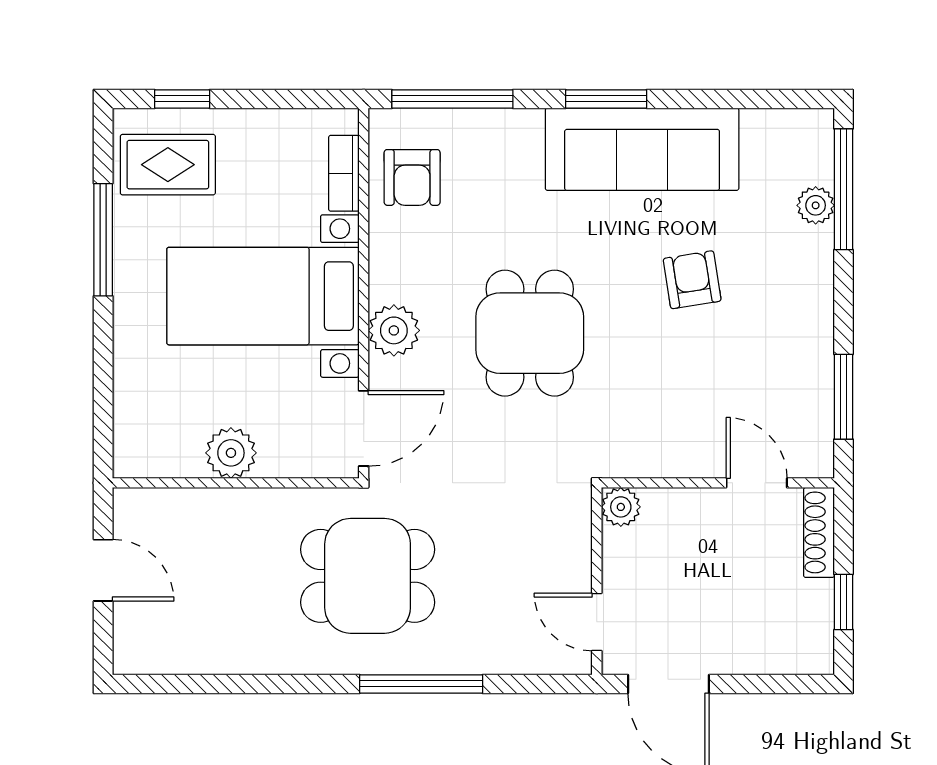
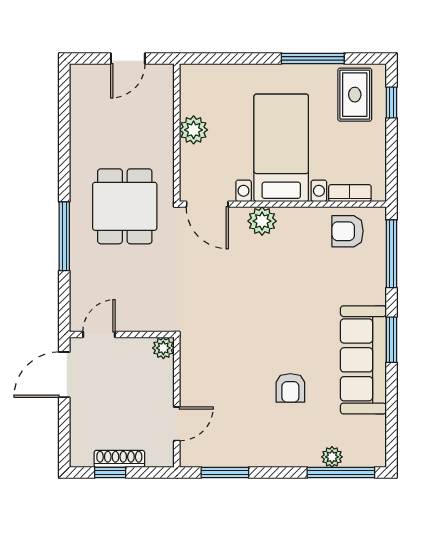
armchair: (692, 280) -> (290, 388), turned 99
dining table: (530, 333) -> (261, 297), removed
shoe rack: (819, 532) -> (119, 459), moved

